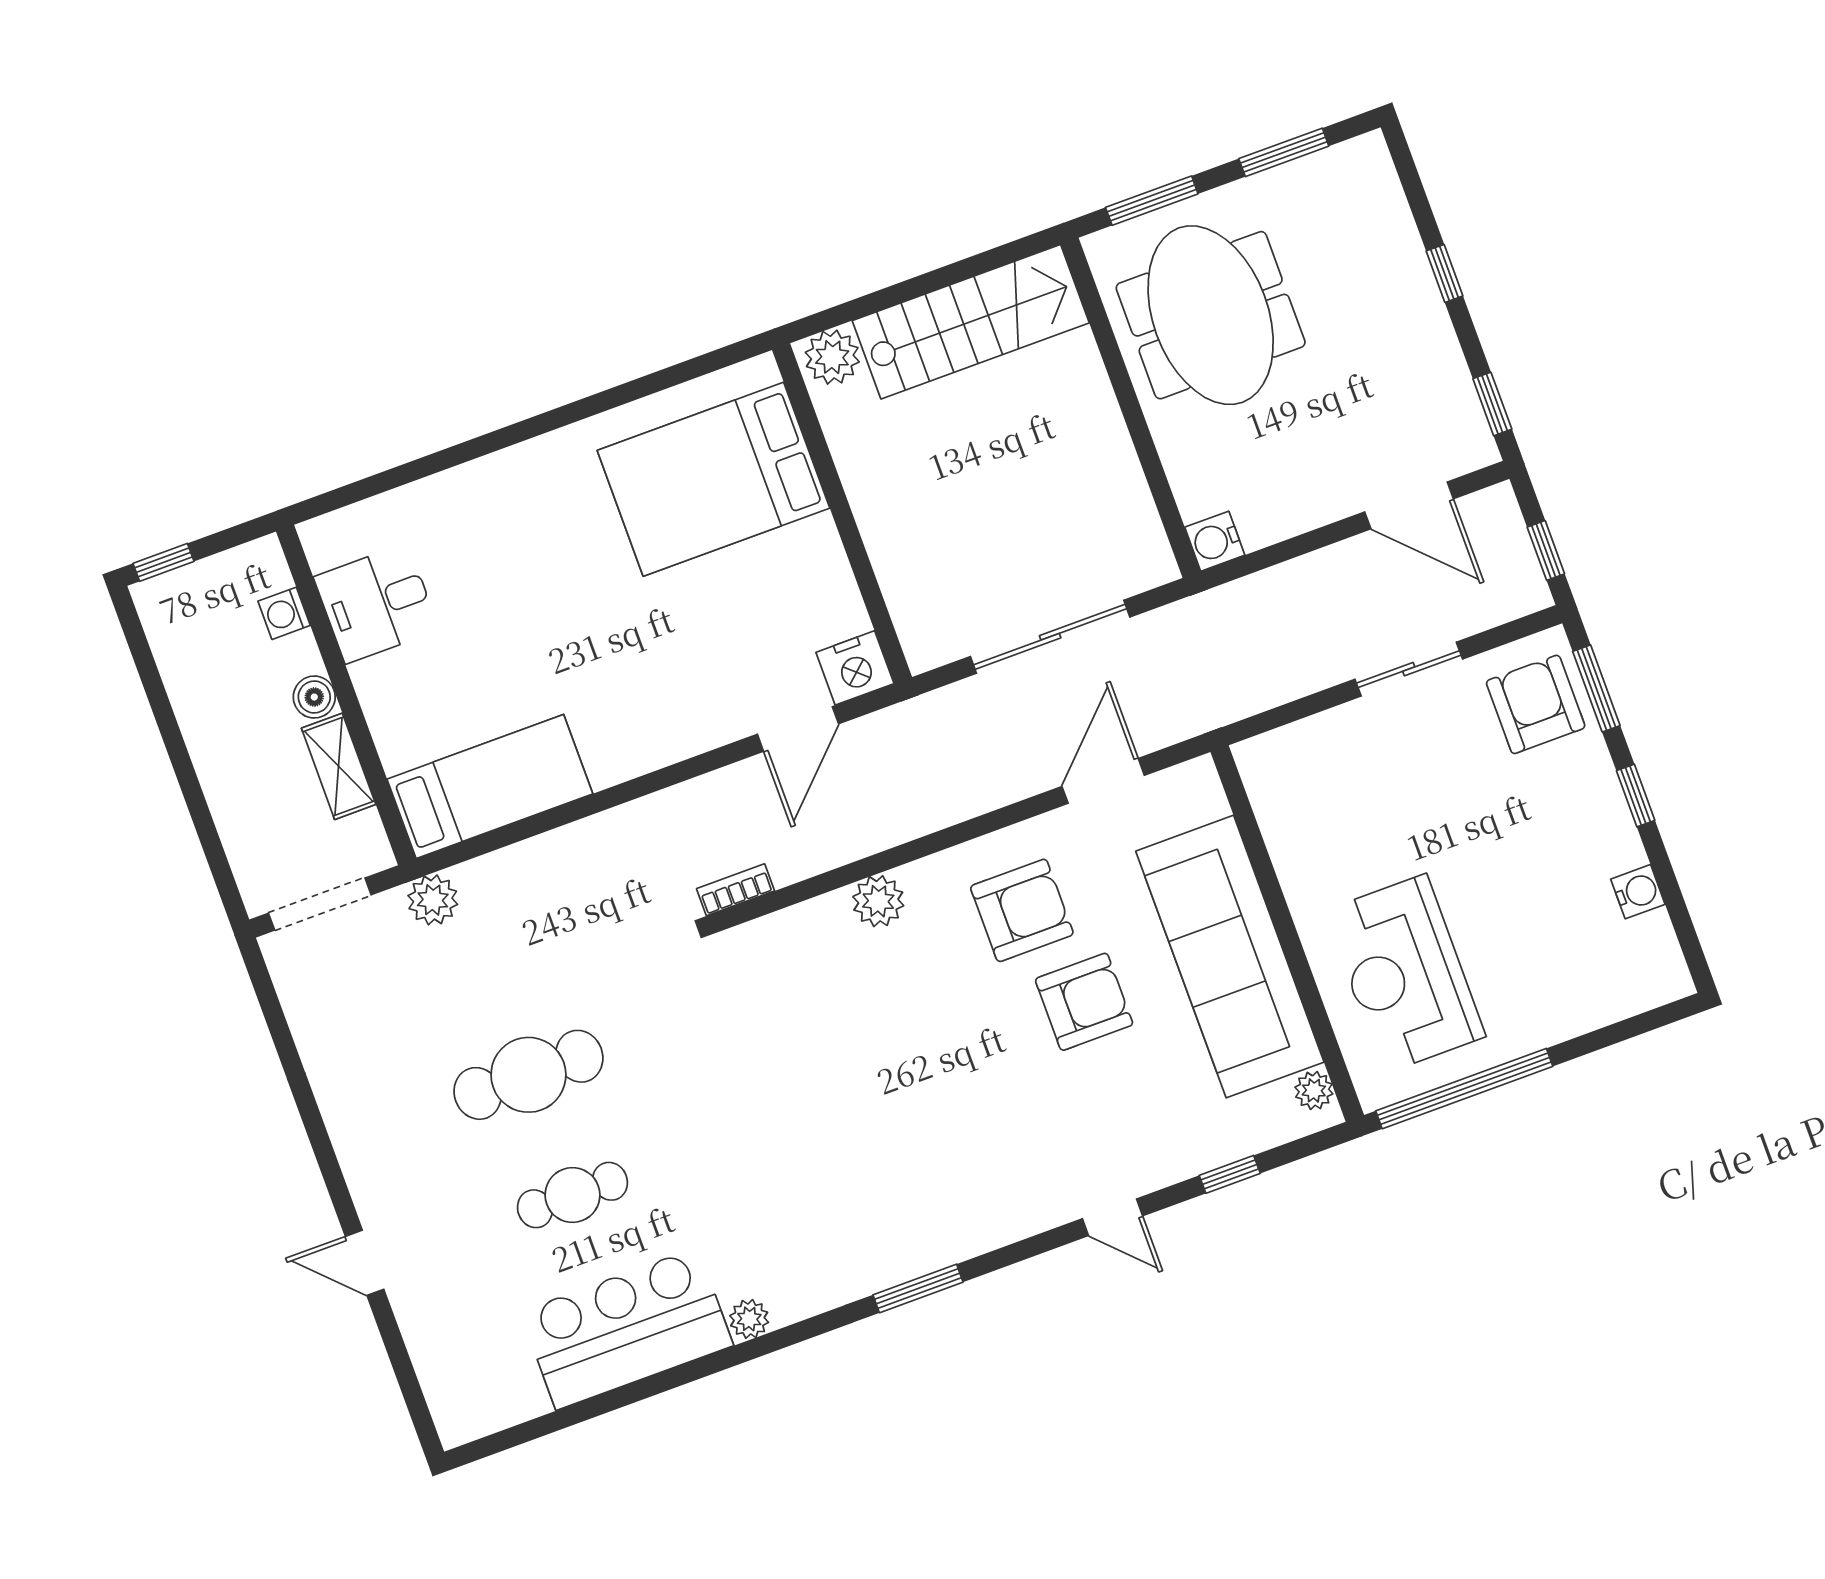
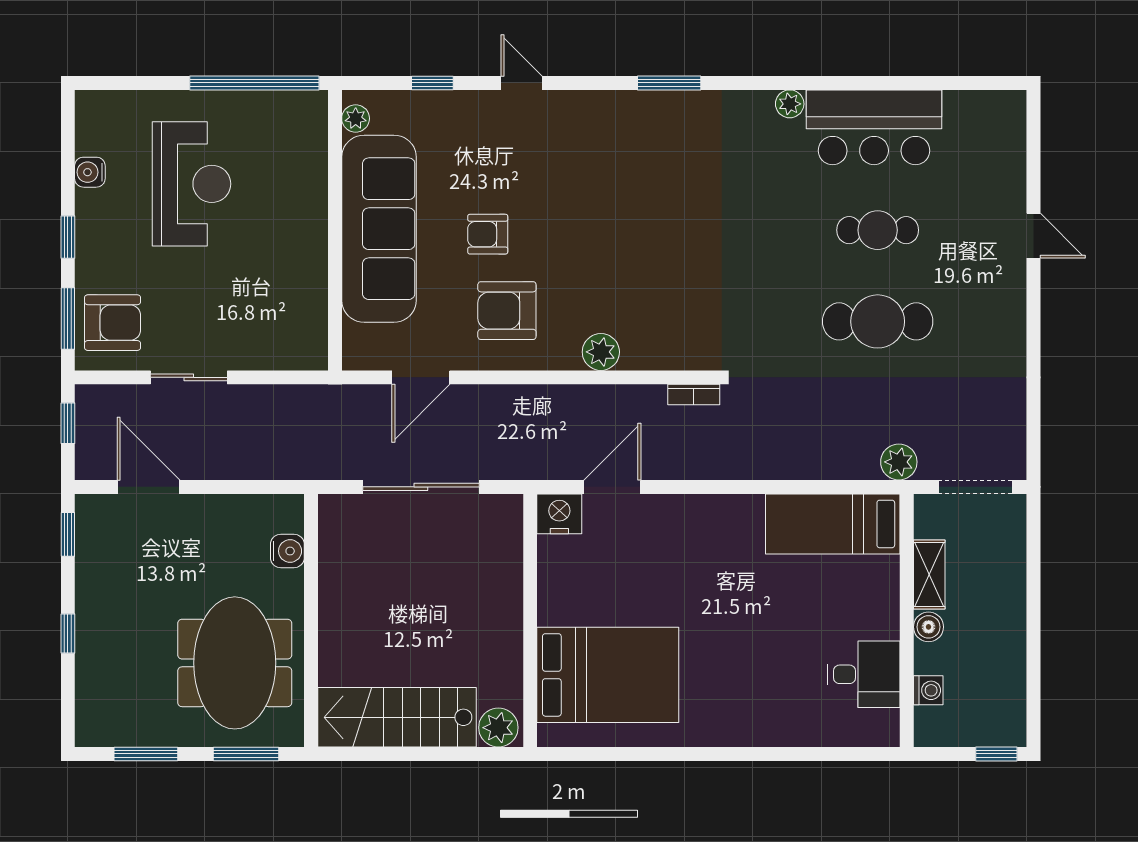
water cooler: (1215, 541) -> (287, 551), moved
armchair: (1536, 704) -> (113, 323), turned -90
reception desk: (1405, 974) -> (191, 184), moved
armchair: (1084, 1002) -> (488, 234), width x0.72, depth x0.72

